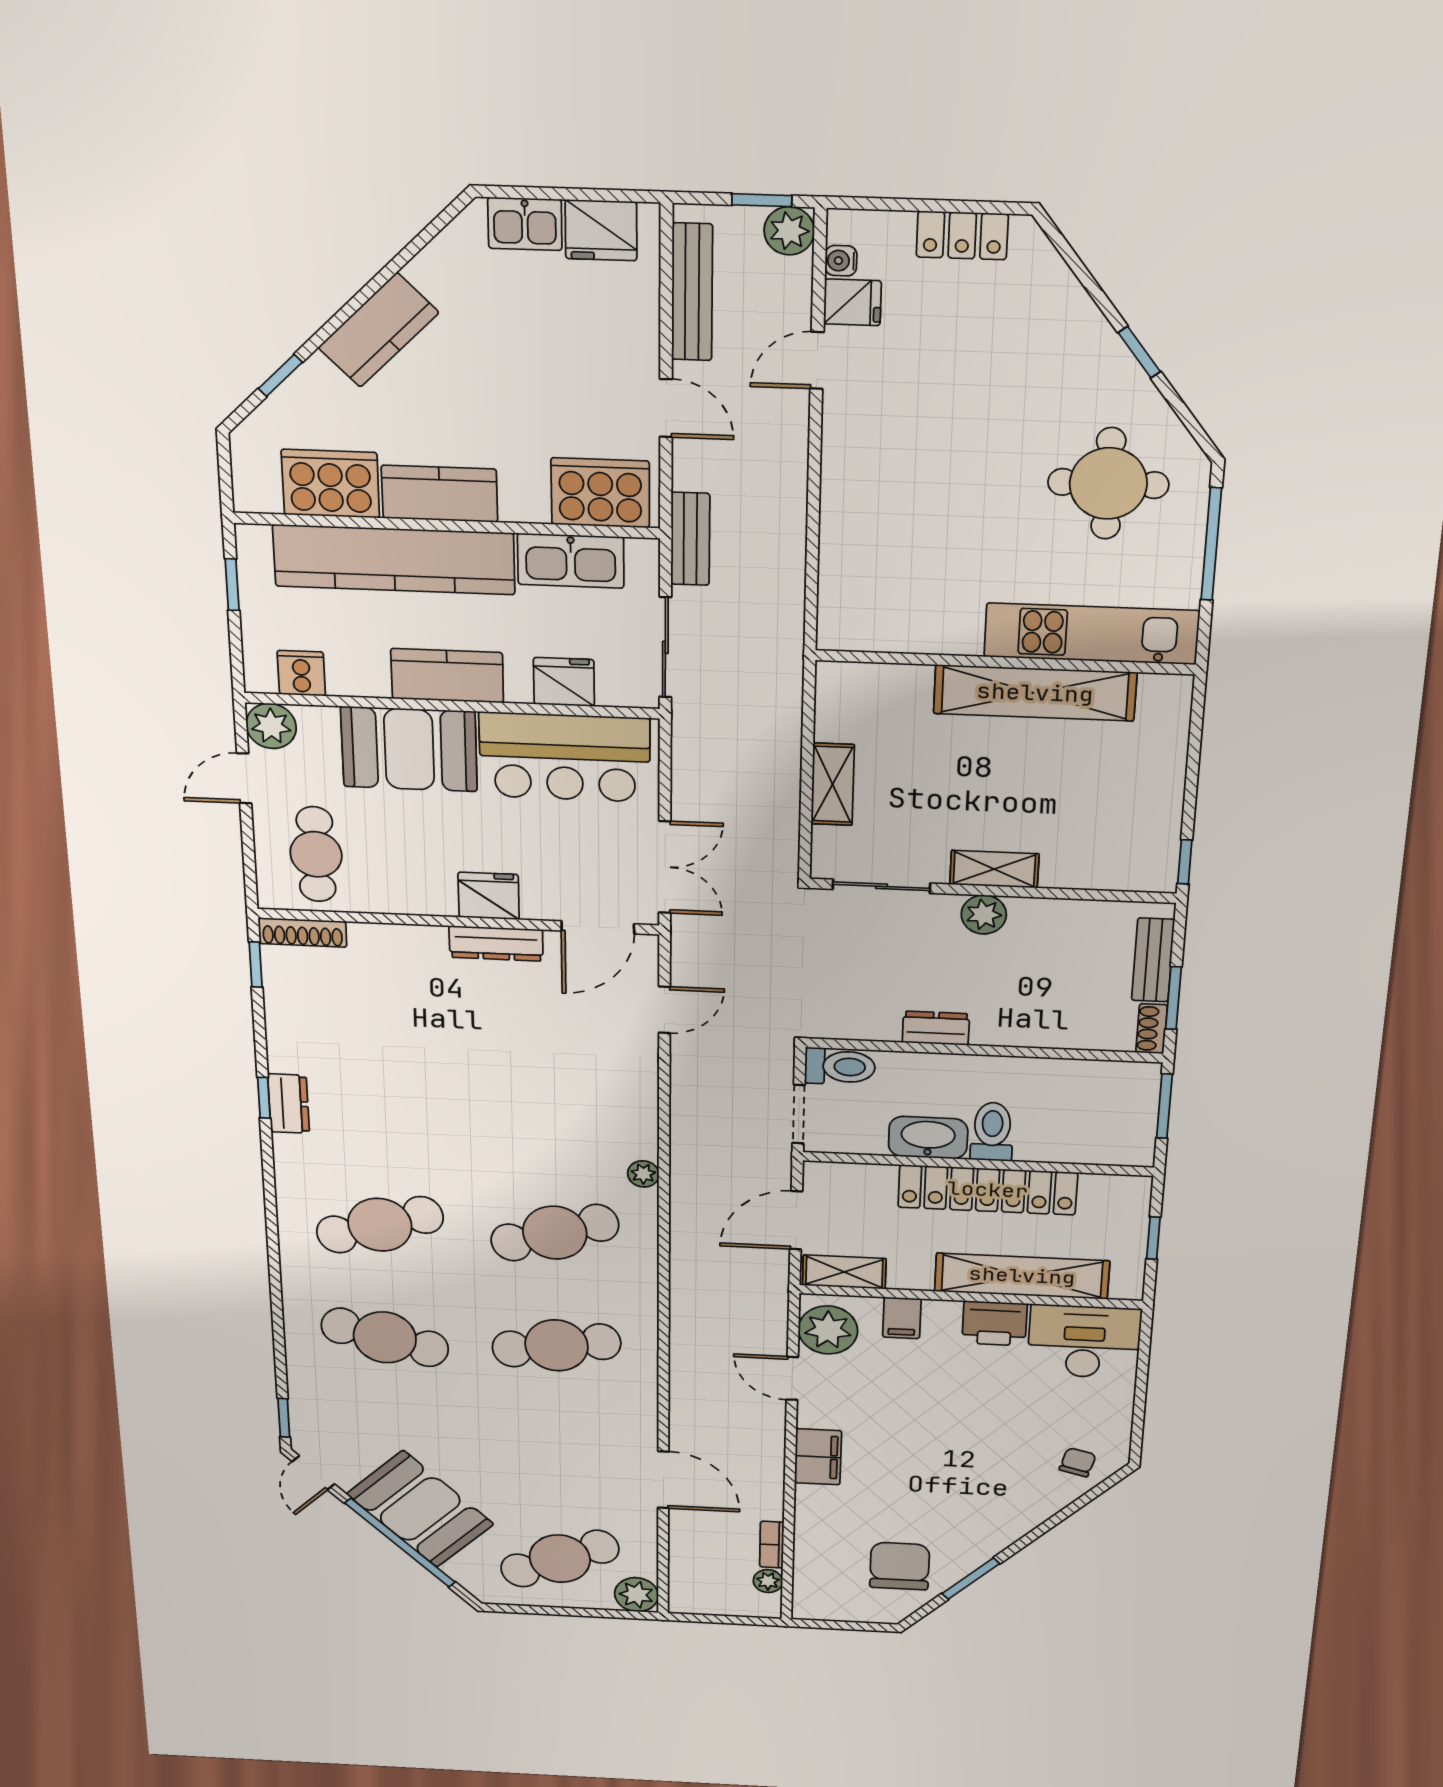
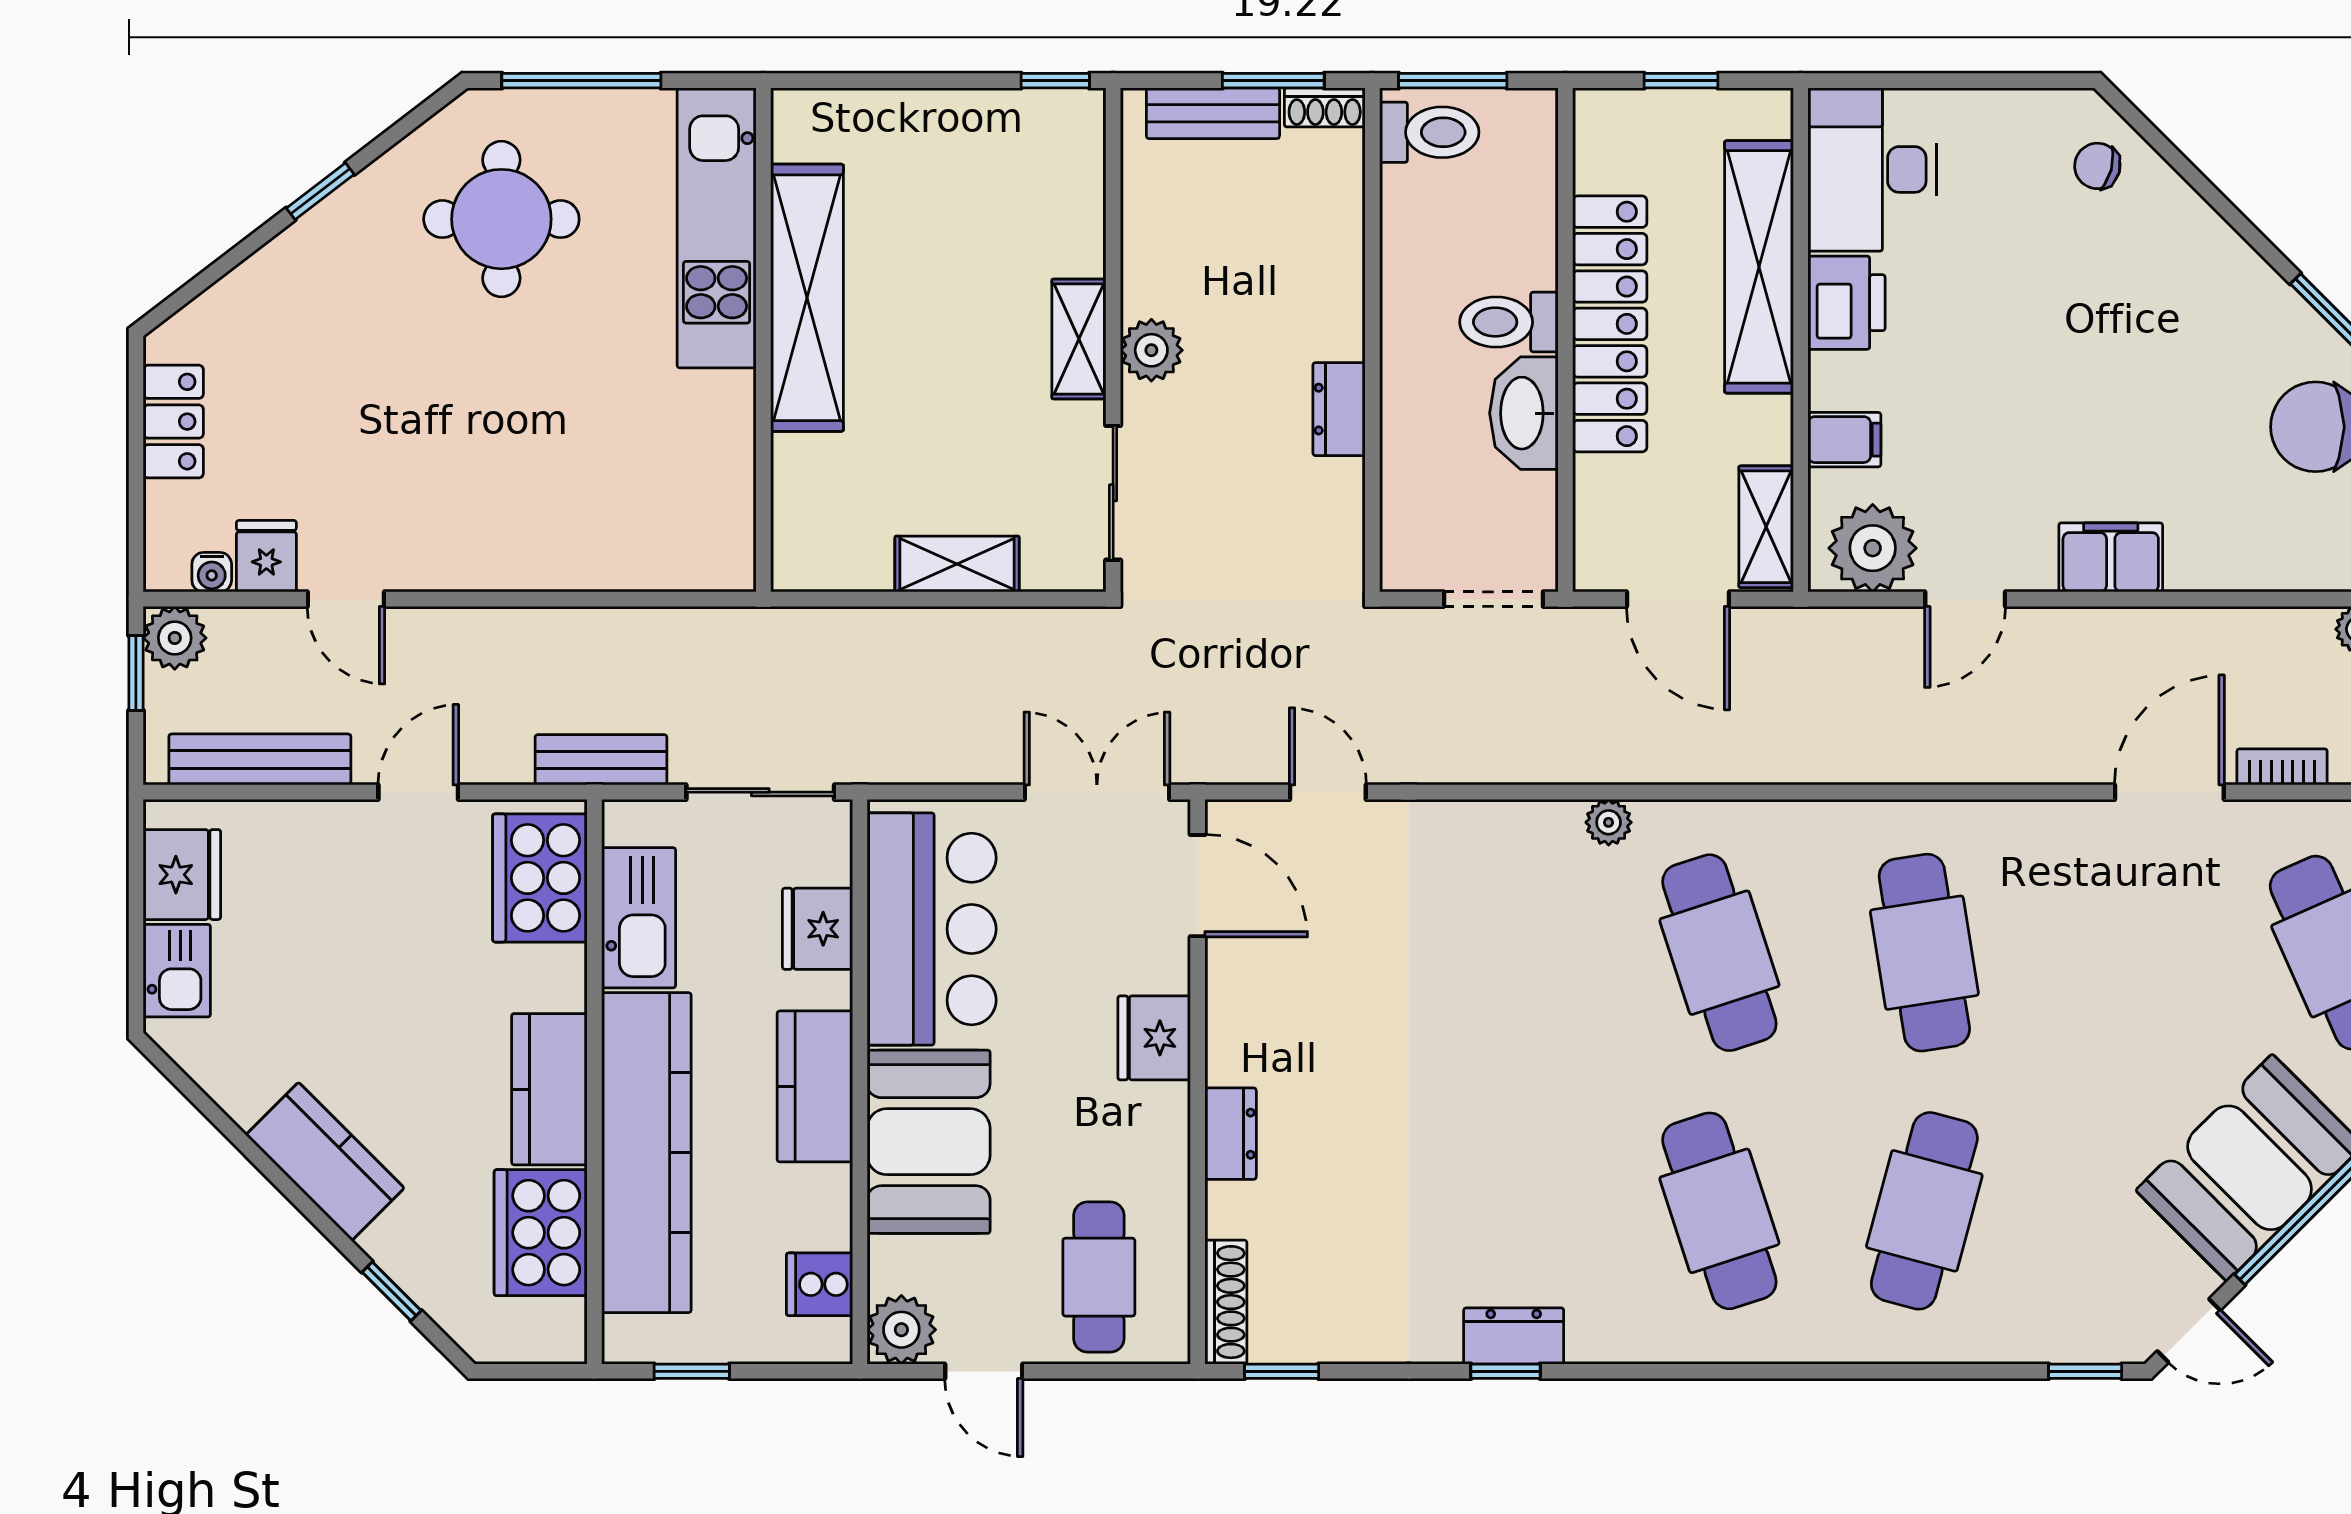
cafe table: (316, 854) -> (1099, 1277), turned 90
dresser: (496, 943) -> (1231, 1134), moved, width x0.70
toilet: (840, 1067) -> (1429, 132), moved, turned 90
bookcase: (772, 1545) -> (2282, 767), moved, turned 180

